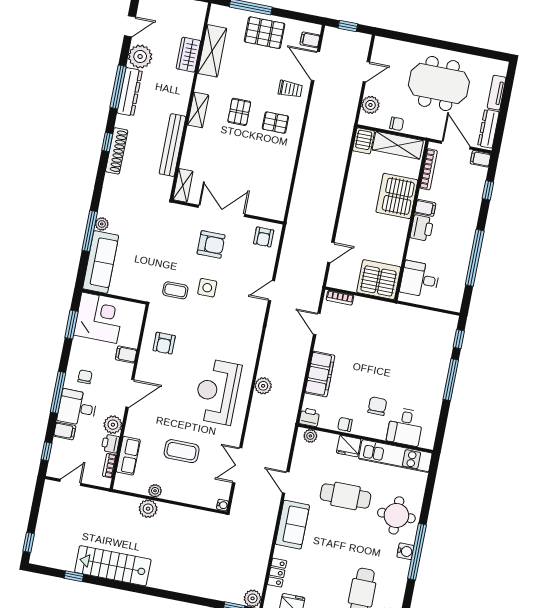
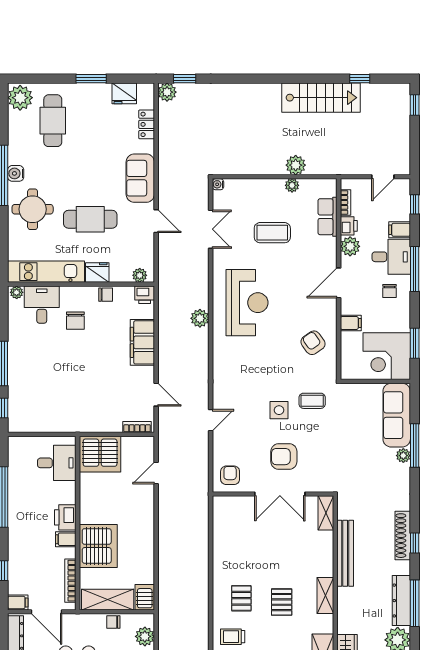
pallet: (275, 123) -> (241, 598), turned 90
armchair: (164, 343) -> (313, 343), turned -35
plant: (426, 442) -> (17, 292), added

